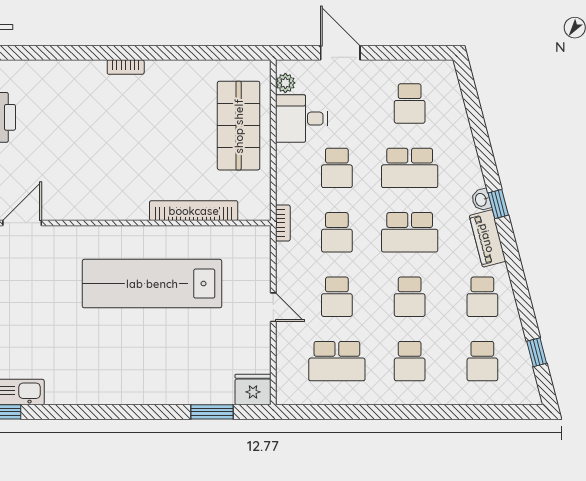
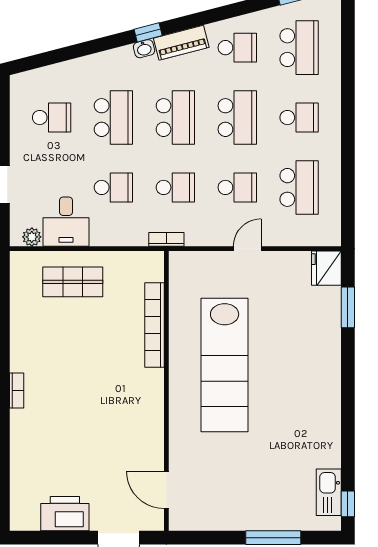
shop shelf: (239, 126) -> (73, 282), width x0.70, depth x0.74
school desk: (410, 297) -> (237, 118), width x1.85
school desk: (482, 361) -> (299, 48), width x1.85

